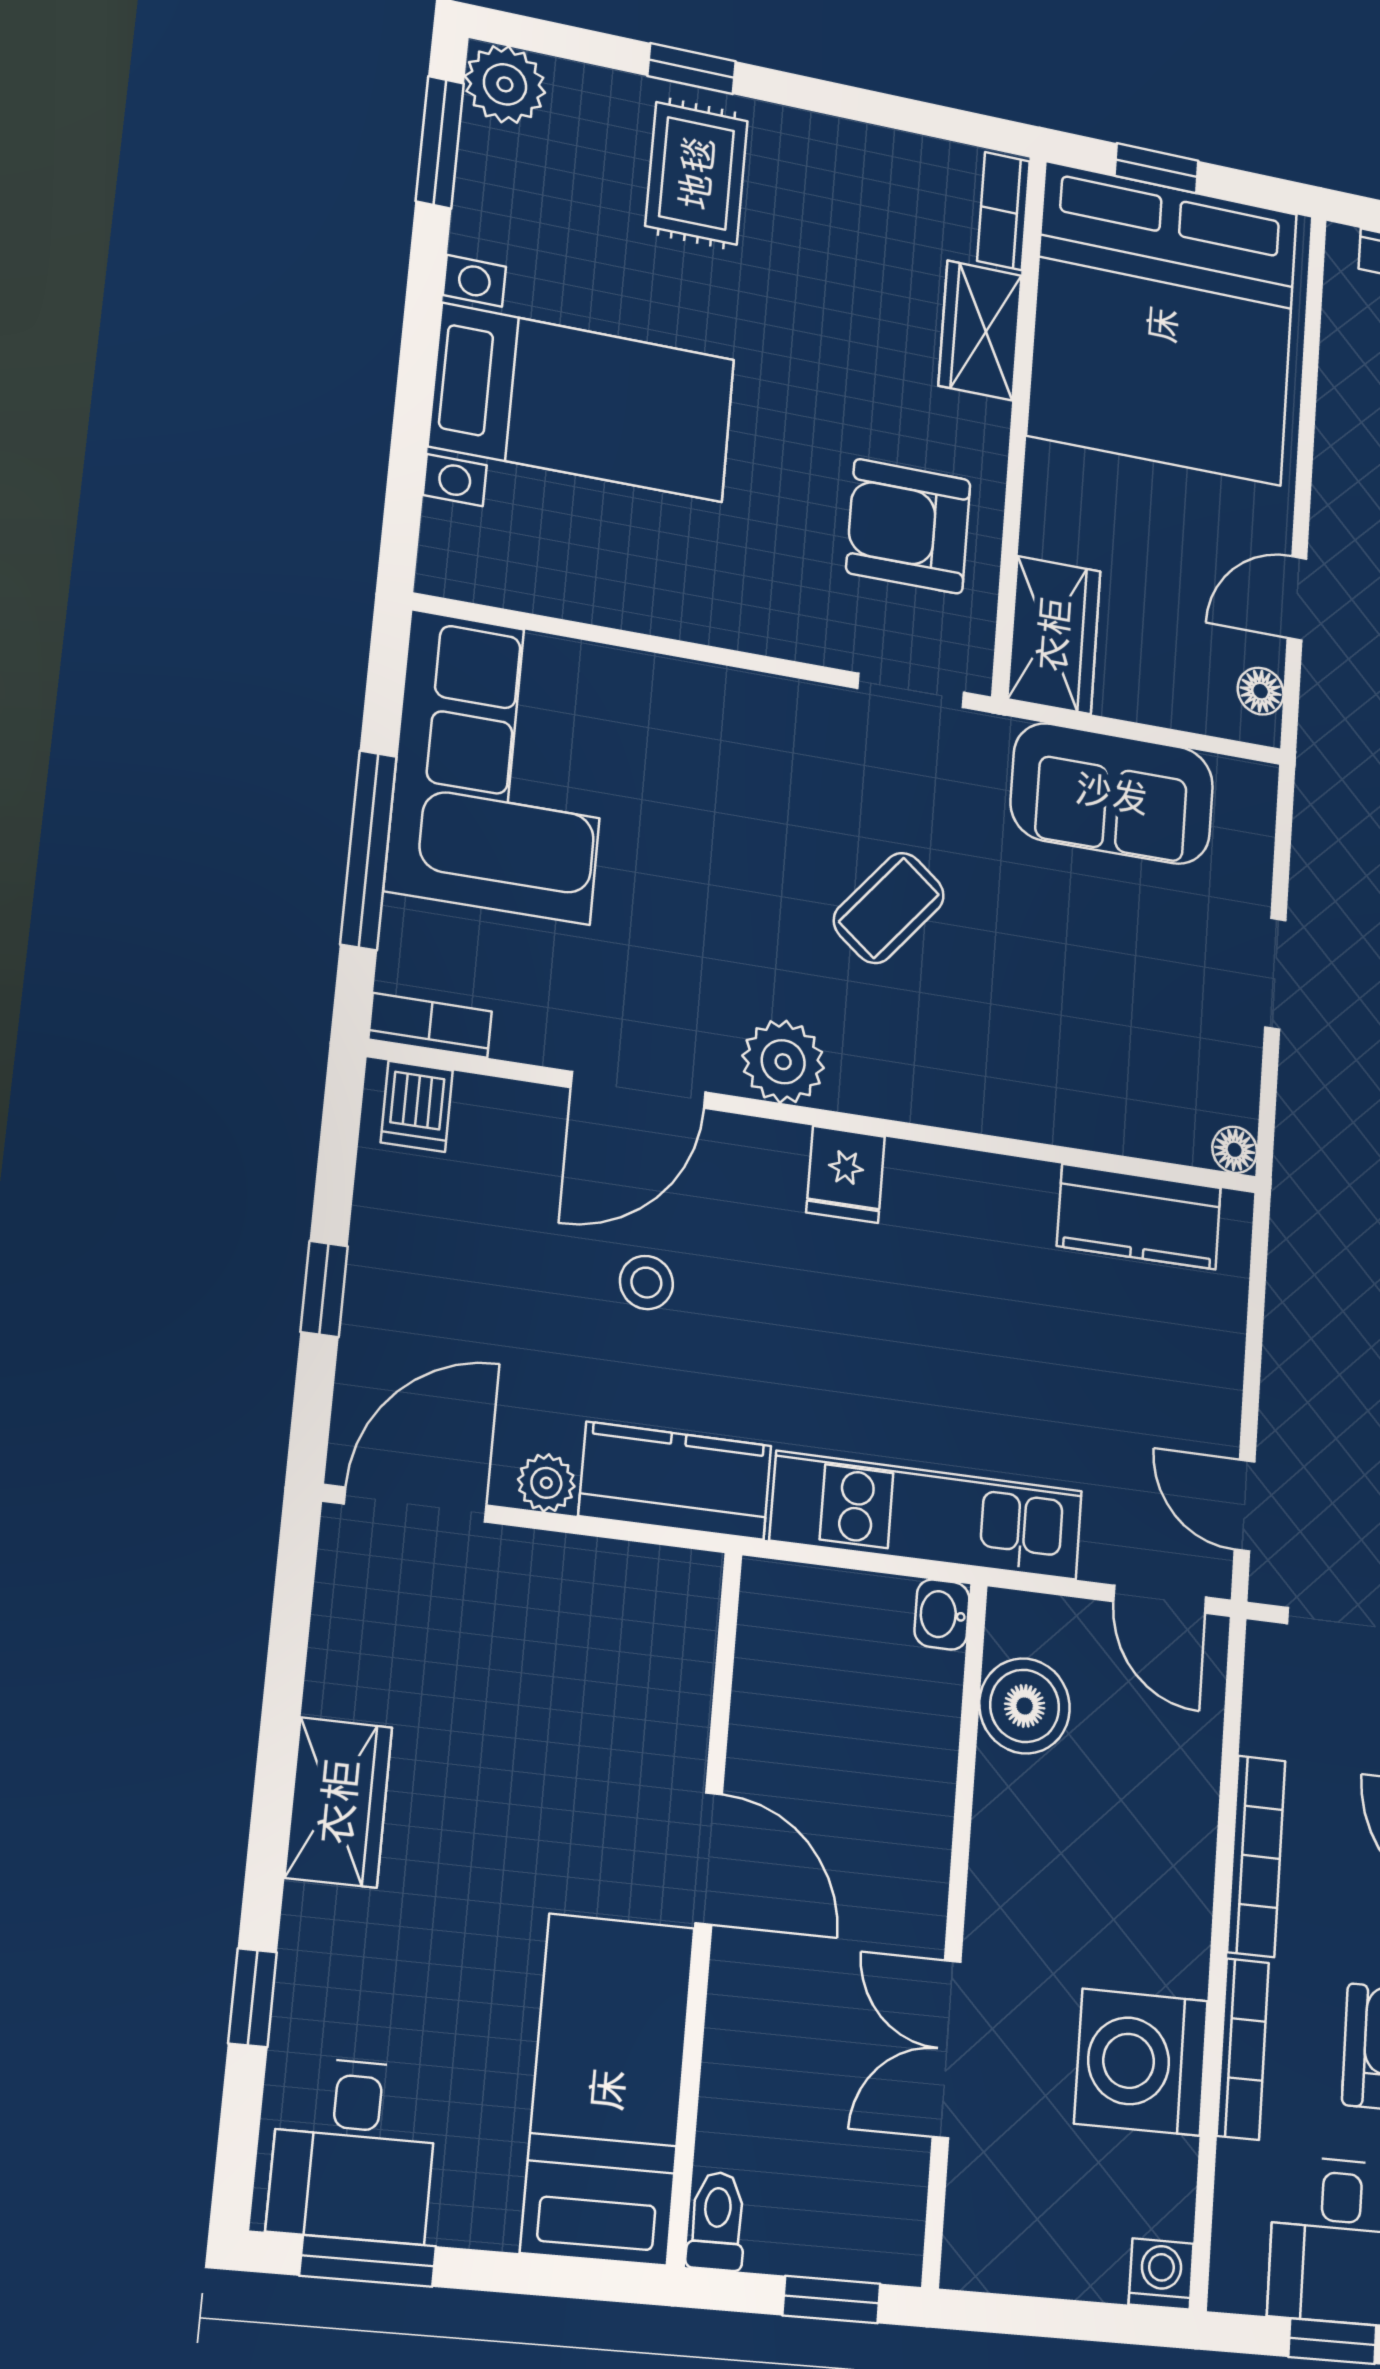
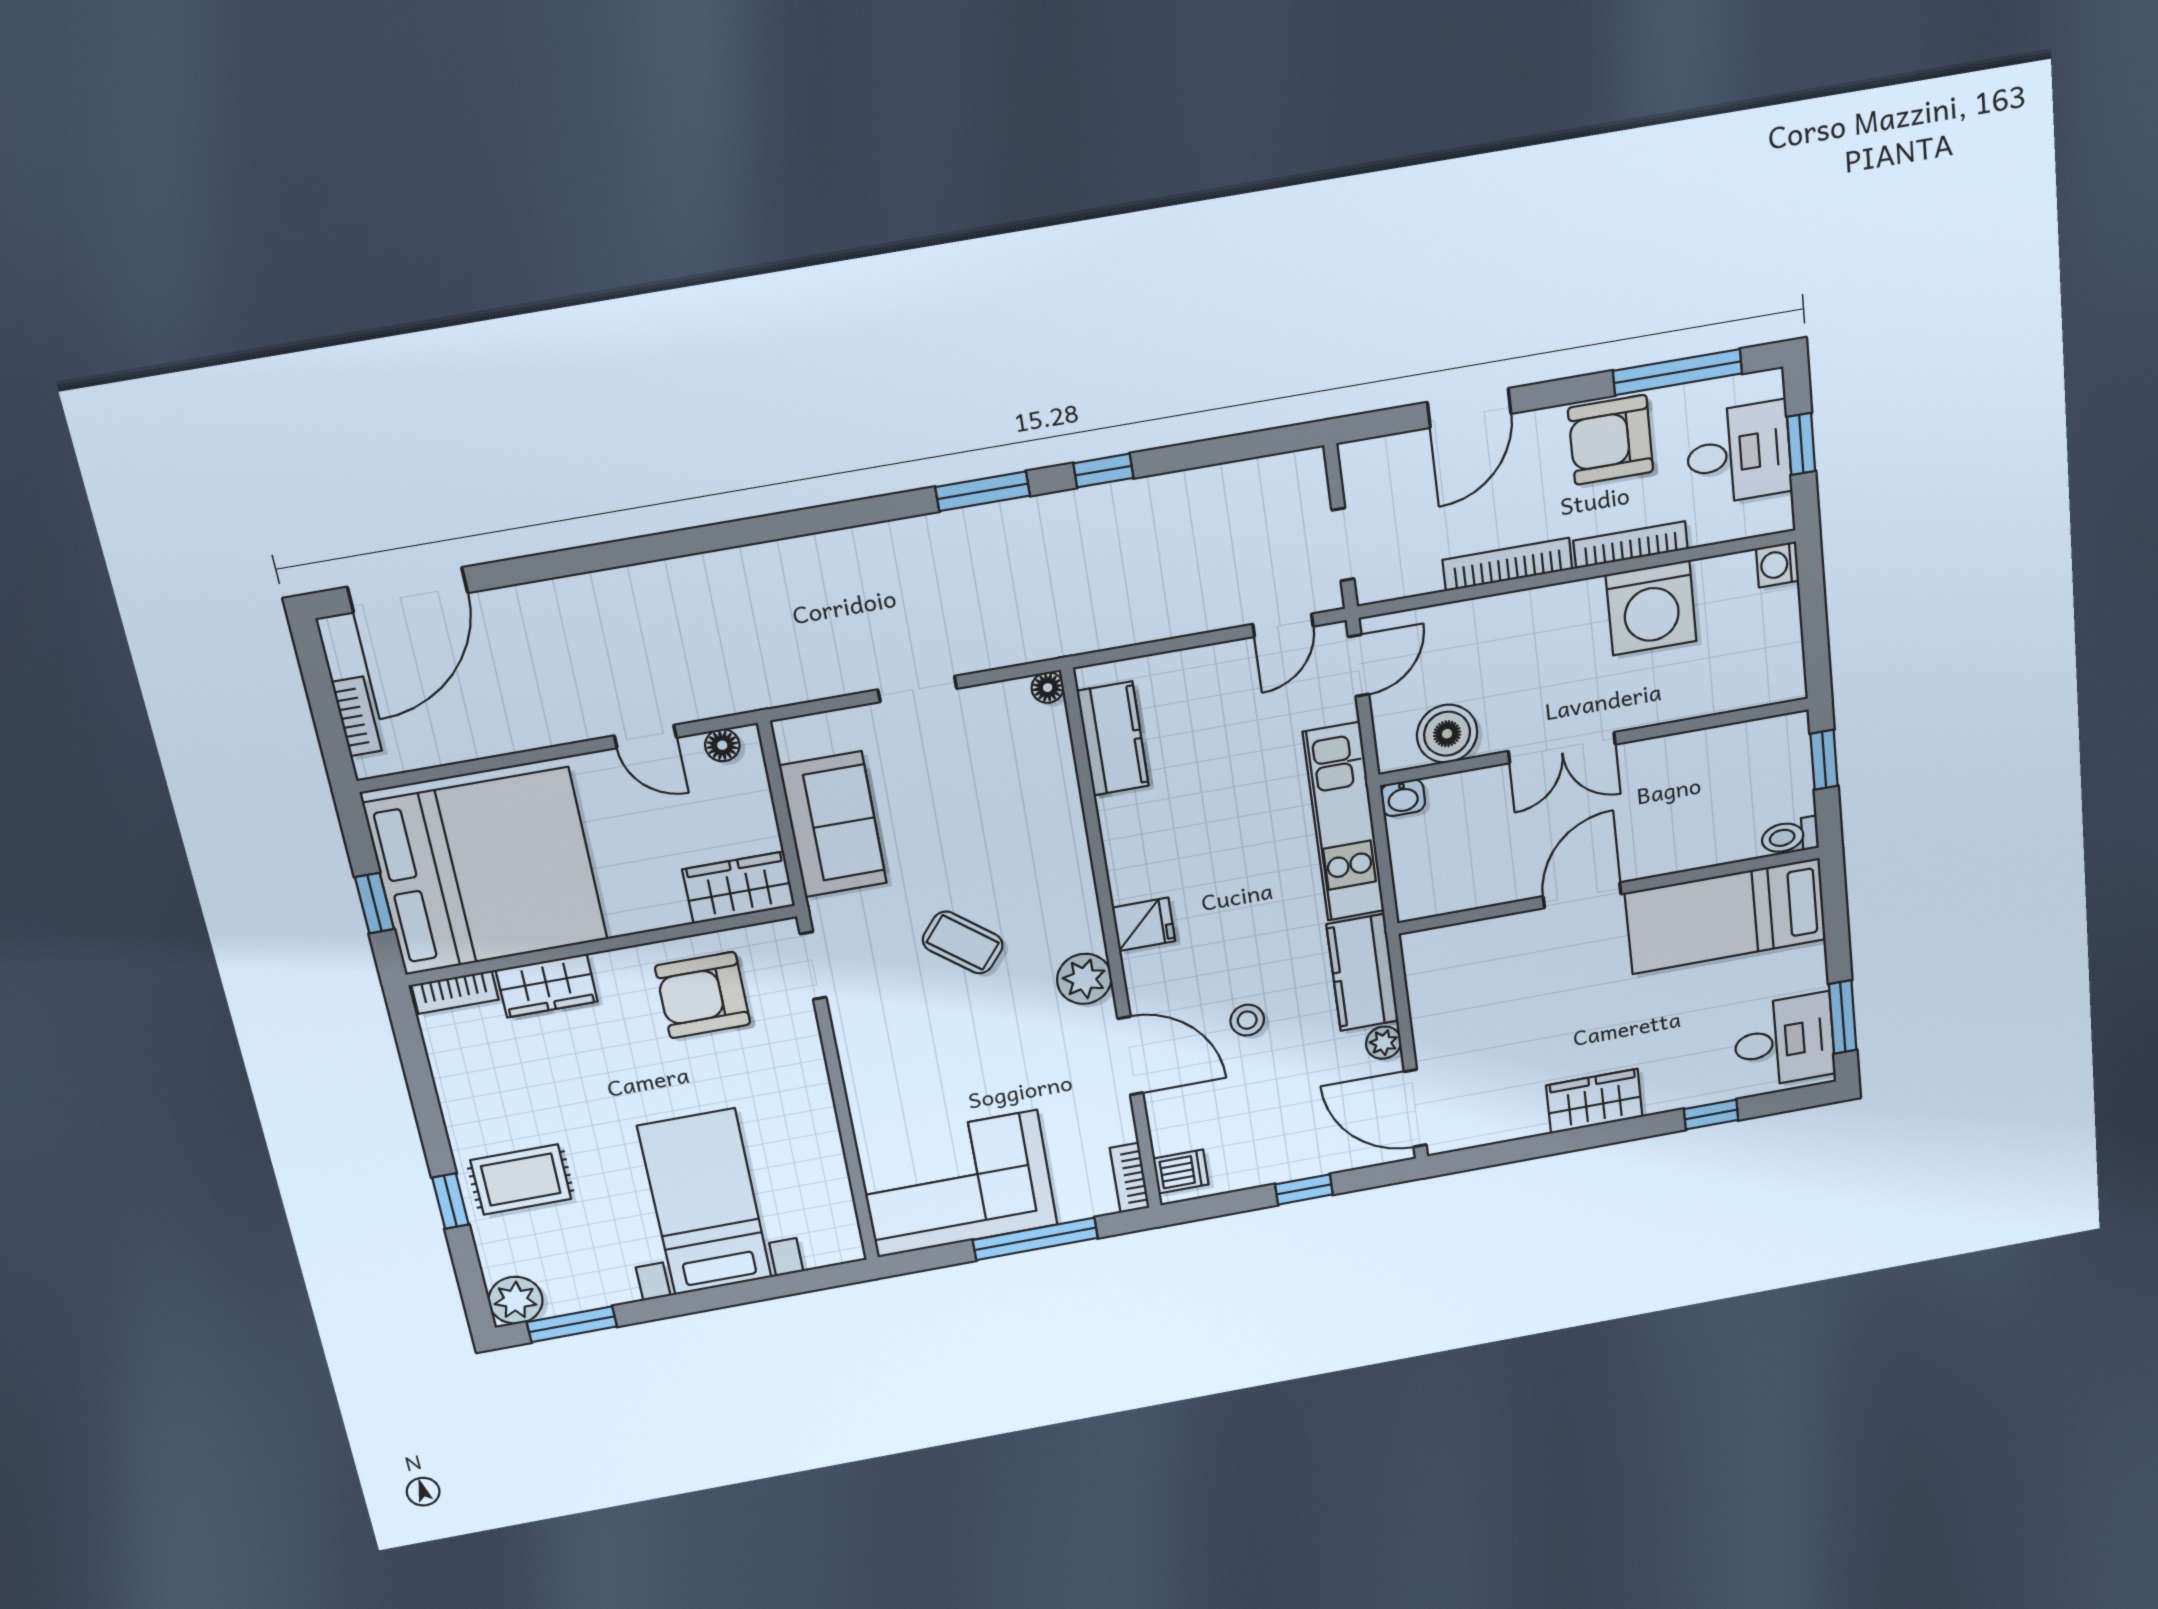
armchair: (908, 526) -> (703, 995), turned 90
double door: (947, 2049) -> (1562, 748), moved

